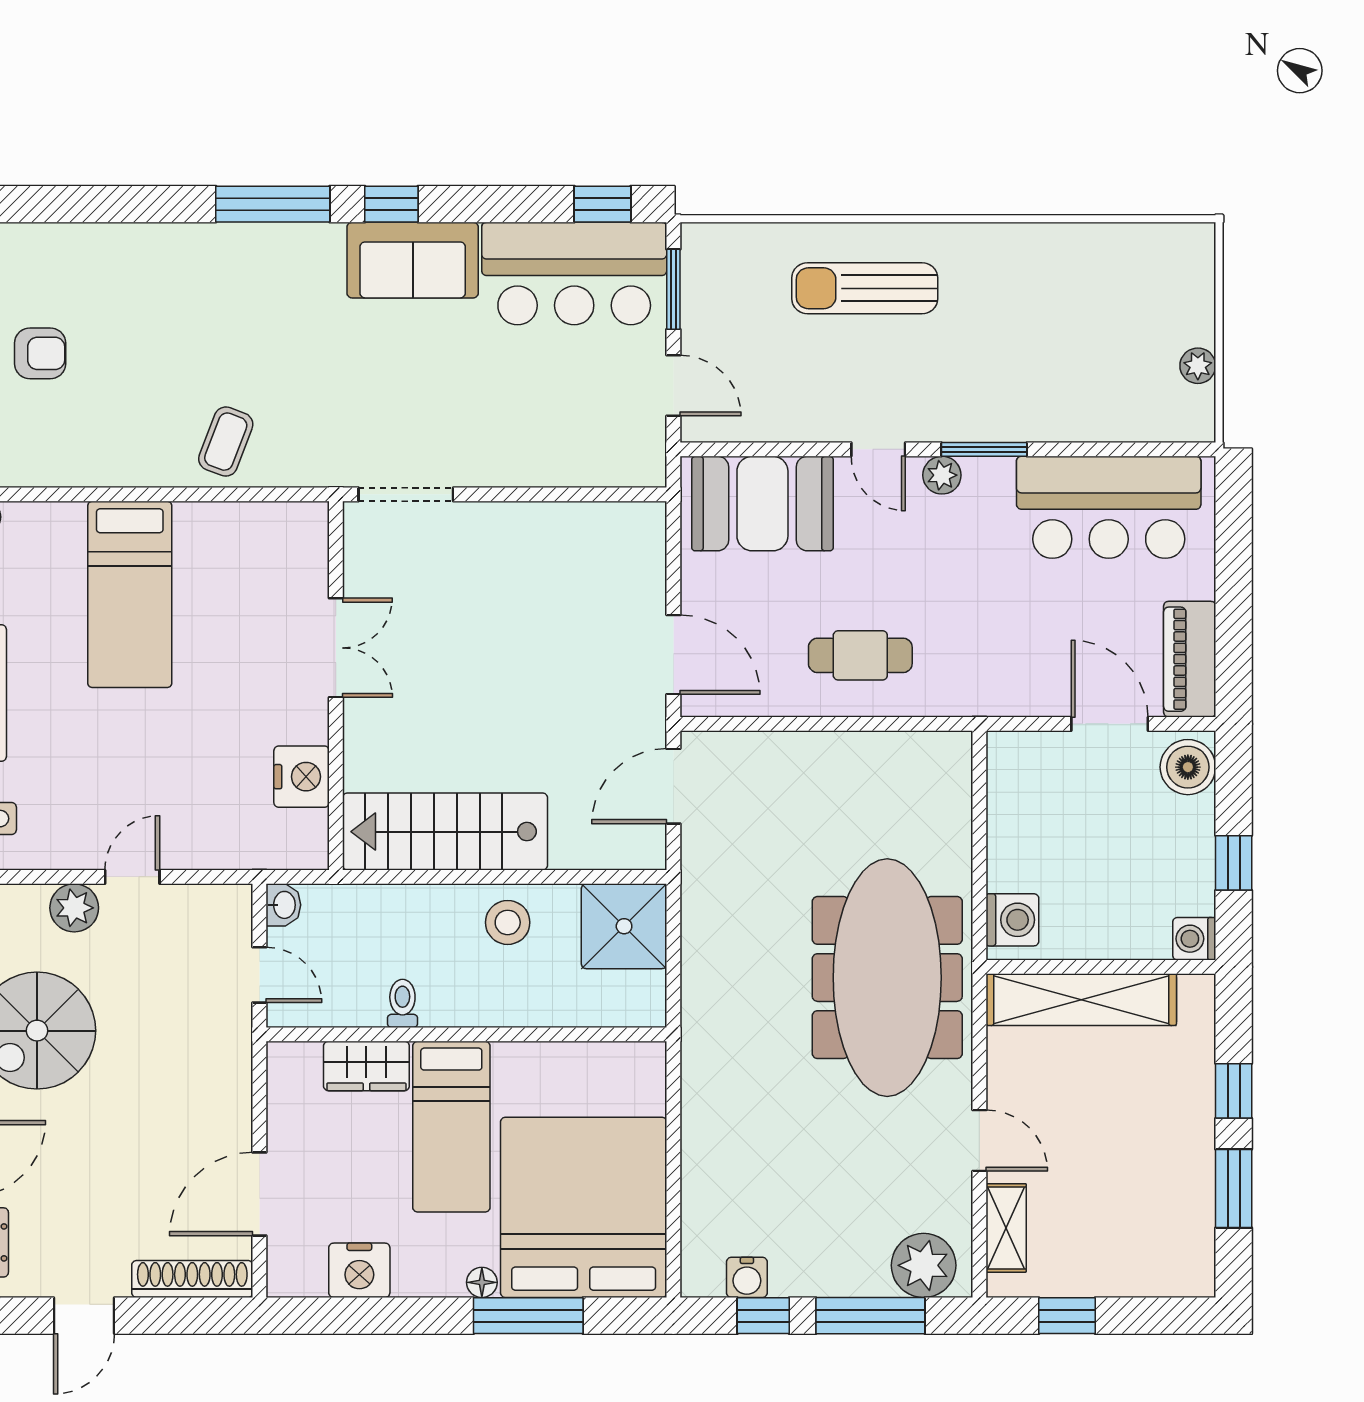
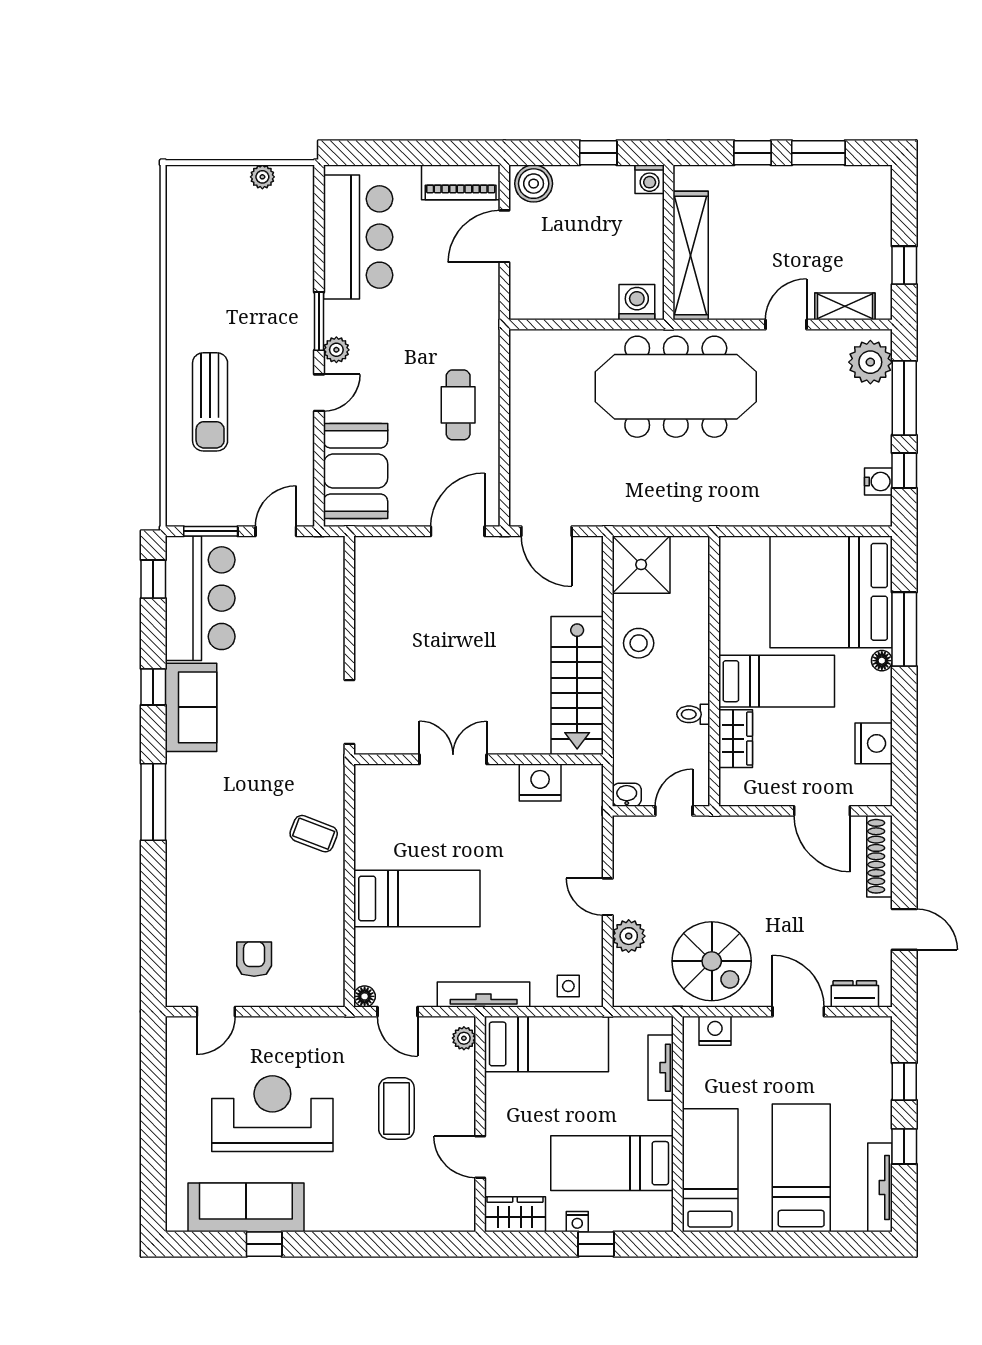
window: (391, 204) -> (153, 687), moved

